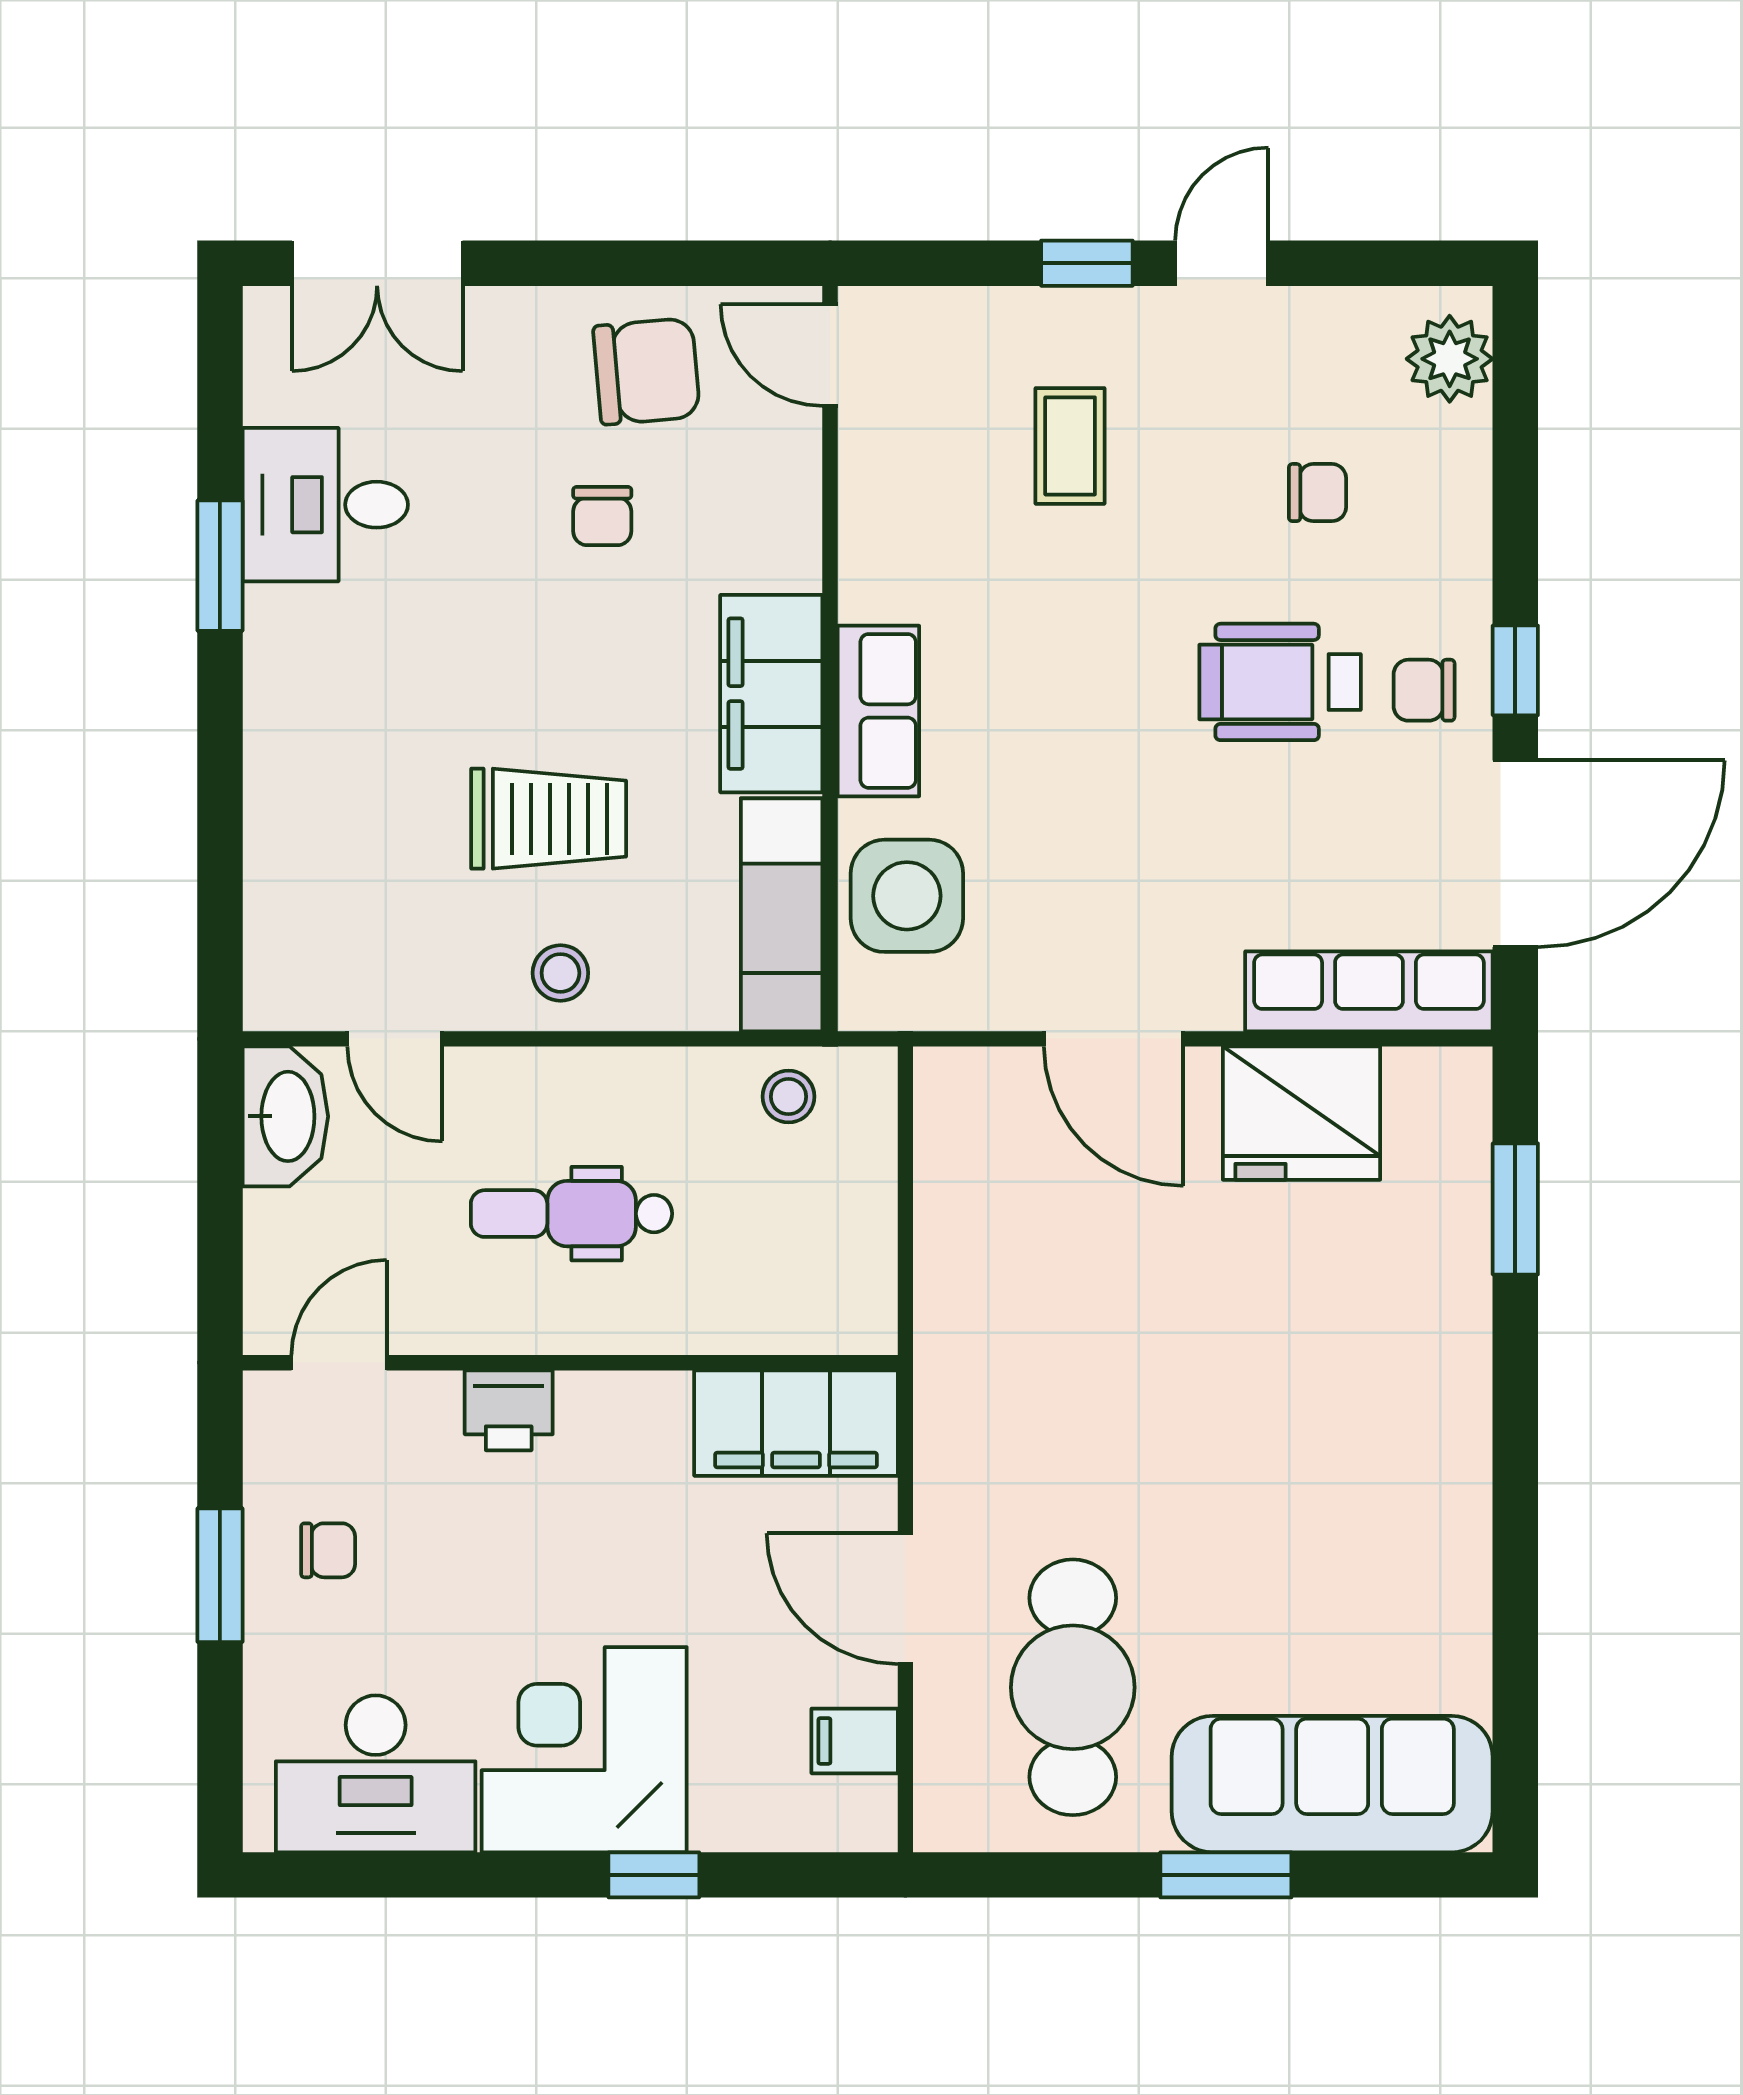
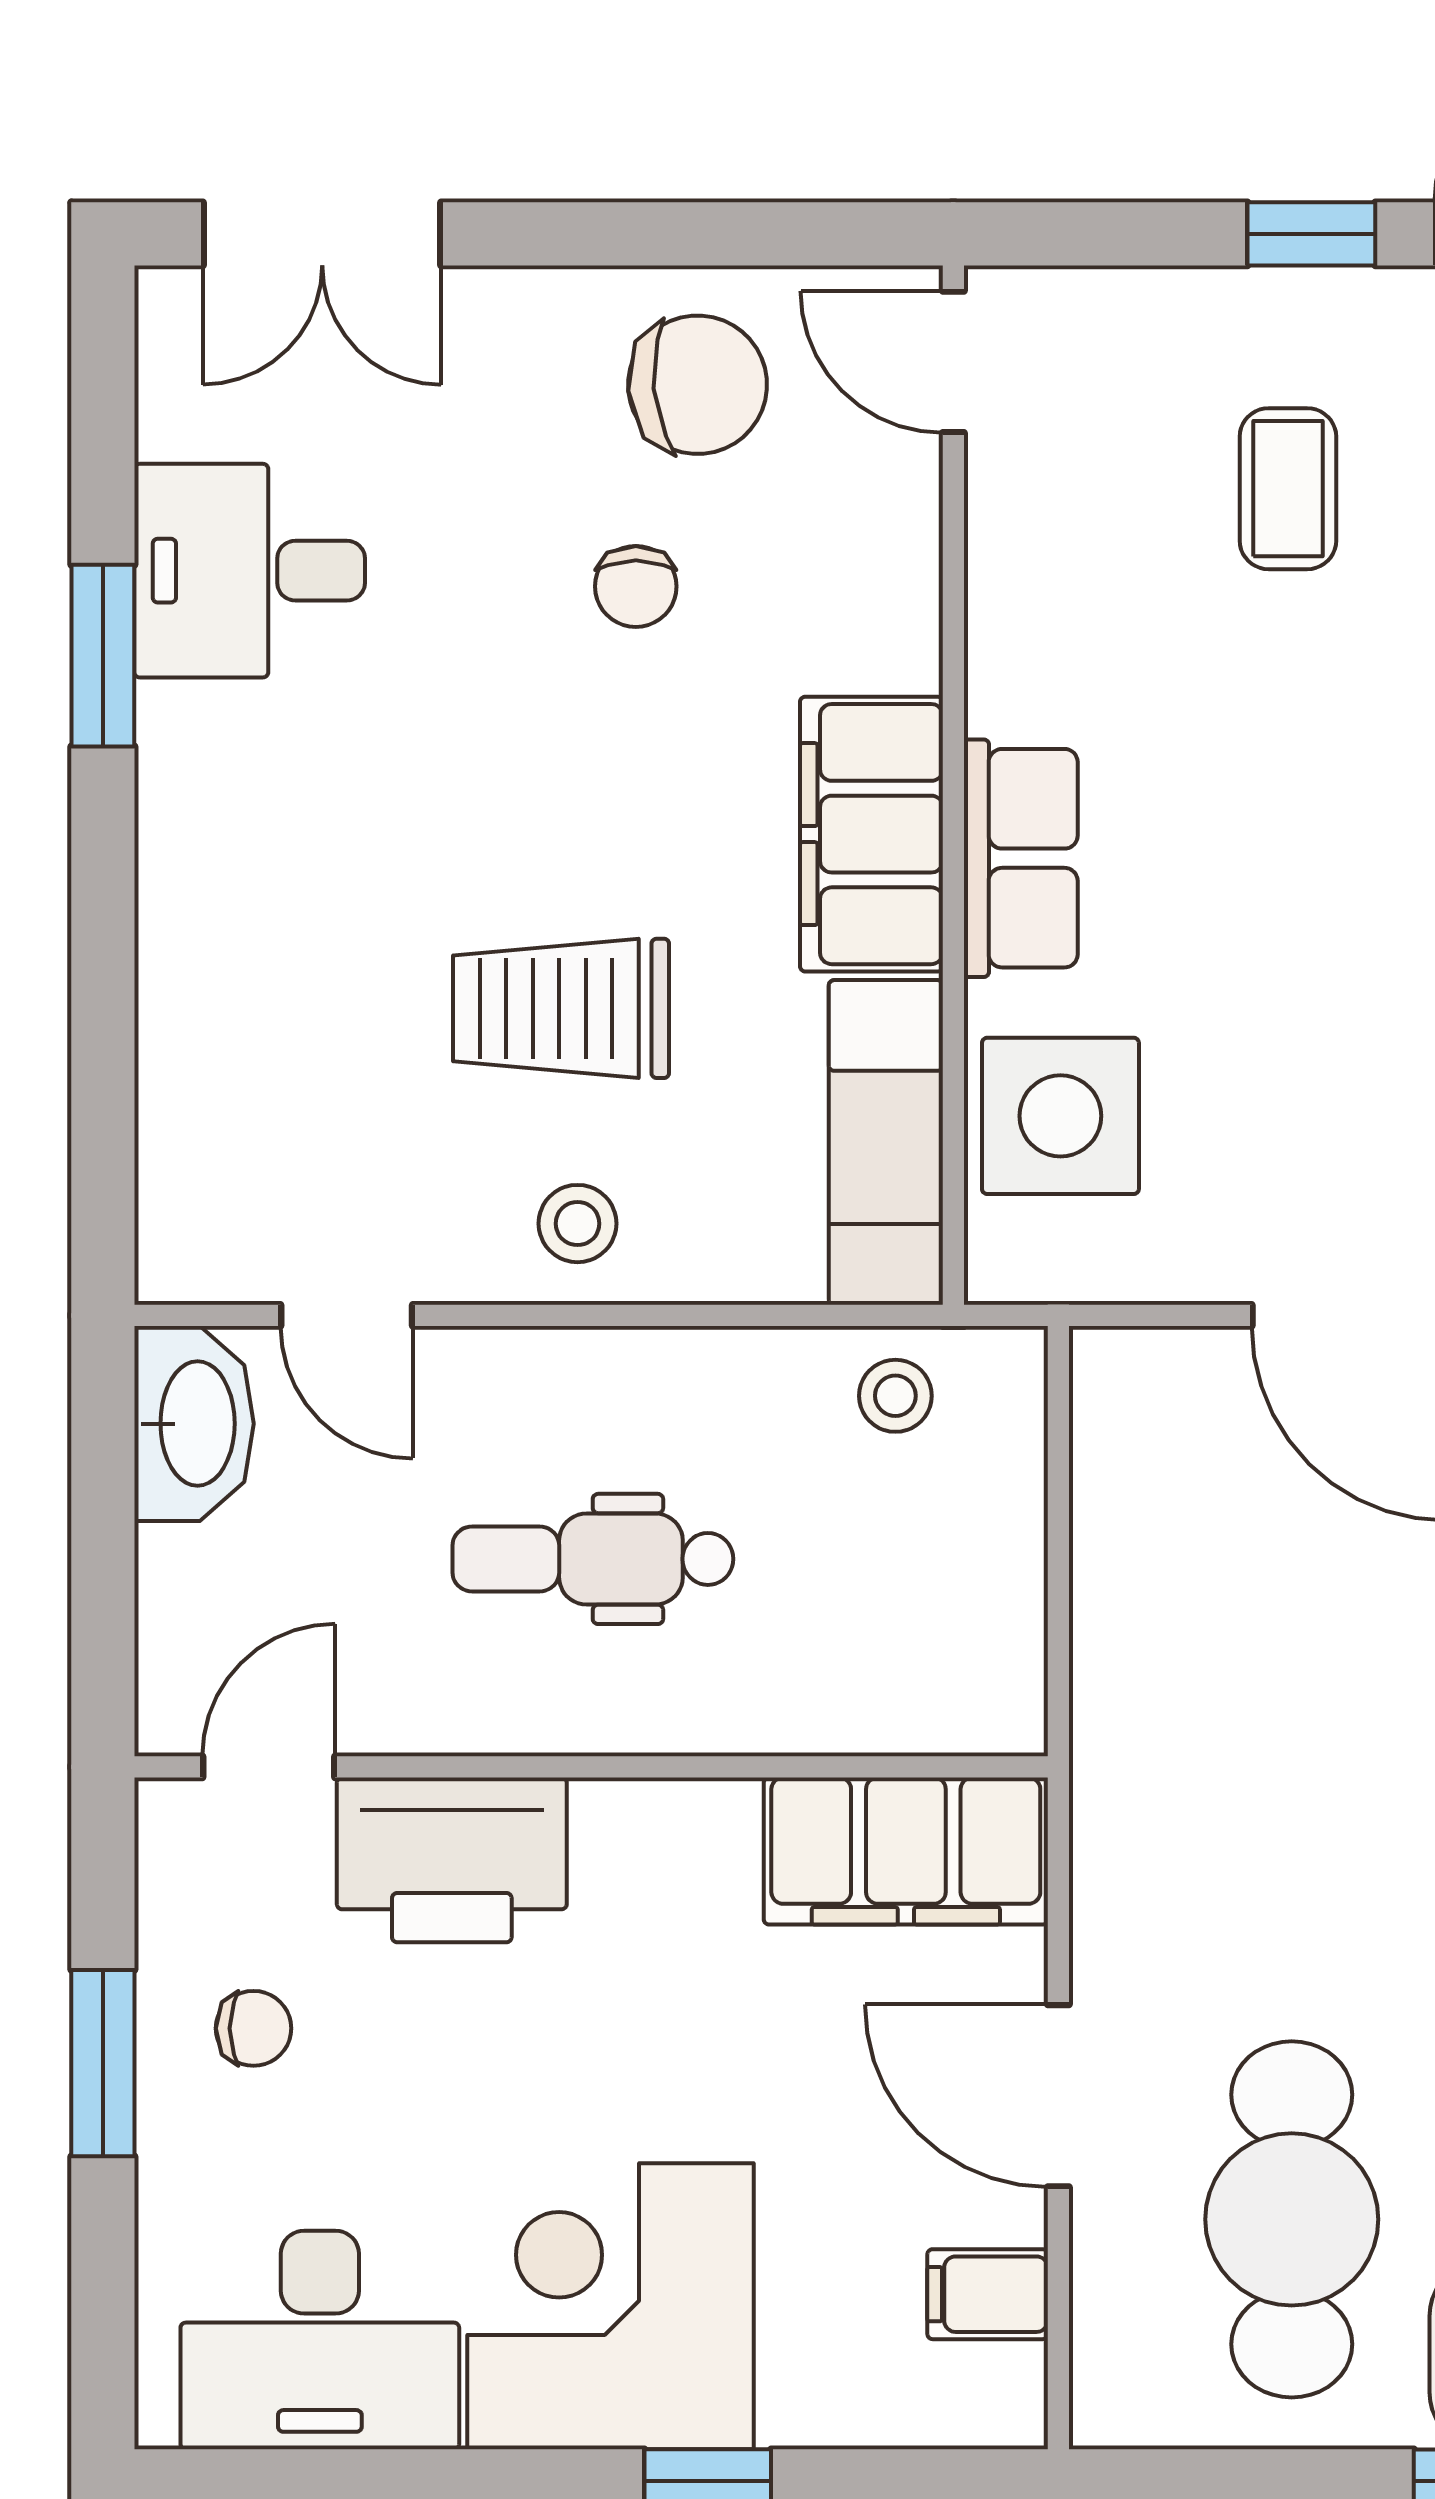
trolley: (549, 819) -> (561, 1008), turned 180
printer: (509, 1410) -> (452, 1860), width x1.87, depth x1.48

